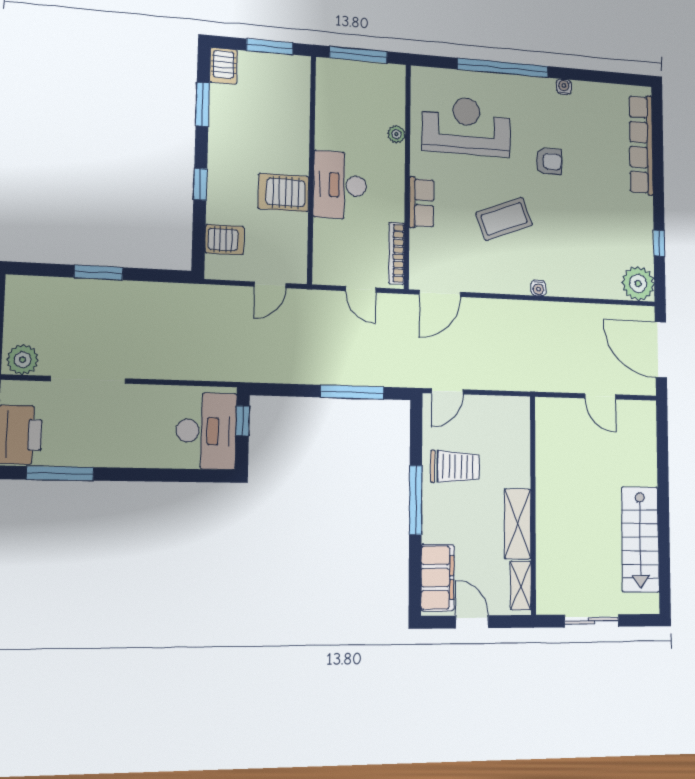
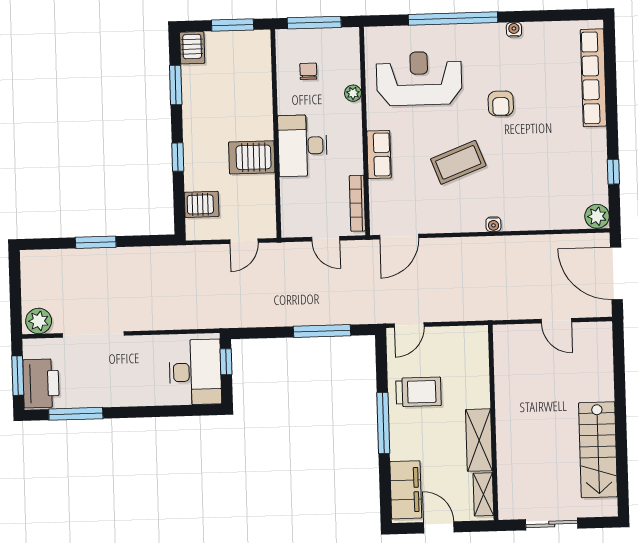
chair: (350, 106) -> (308, 71), added
armchair: (549, 161) -> (501, 103), turned 90
plant: (638, 283) -> (597, 216), width x0.73, depth x0.73

